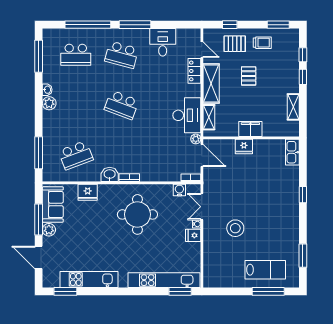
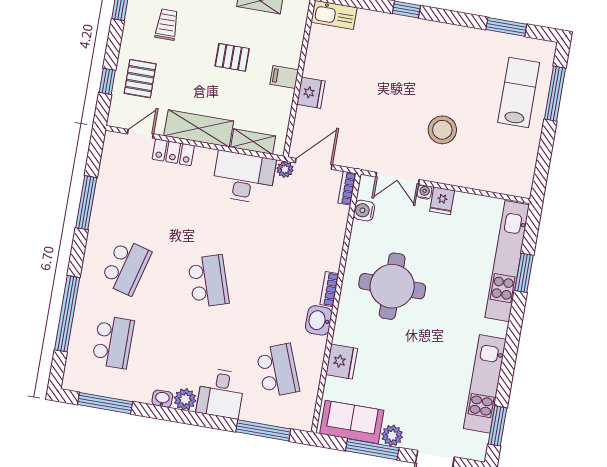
window: (135, 25) -> (86, 203), moved
desk: (163, 42) -> (221, 393), moved, turned -90
trolley: (262, 43) -> (167, 25), moved
pallet: (249, 76) -> (232, 57), moved
school desk: (122, 105) -> (208, 281), turned -39
filing cabinet: (250, 129) -> (284, 77), width x0.50
window: (180, 291) -> (524, 273), moved

